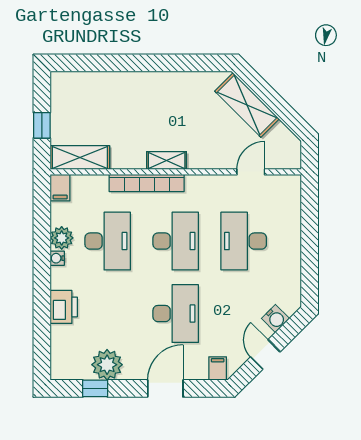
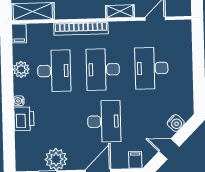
shelving: (167, 161) -> (120, 11), moved
desk: (176, 241) -> (103, 69), turned 180
water cooler: (57, 258) -> (19, 101), moved
door: (265, 354) -> (169, 149), hinge flipped

